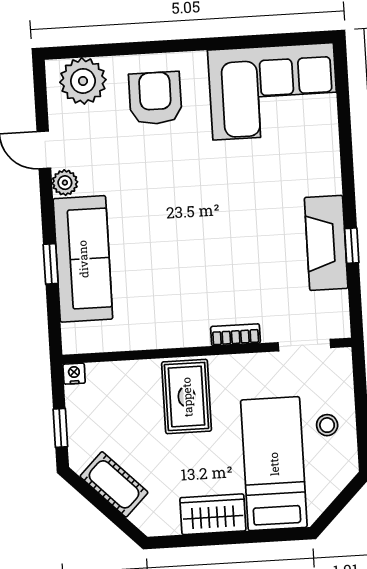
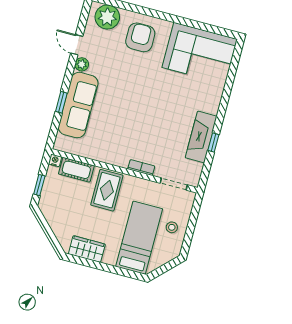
cot: (114, 484) -> (76, 170), moved, turned -45
wardrobe: (213, 514) -> (87, 249), moved

